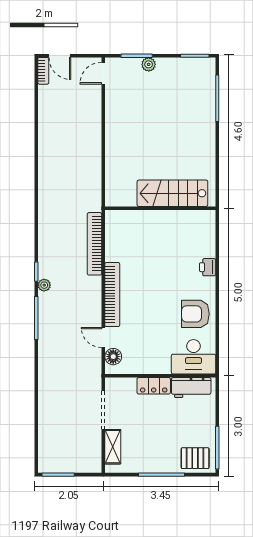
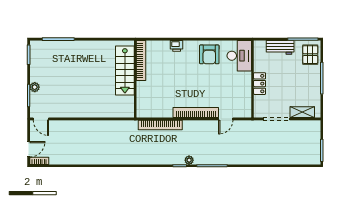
bookcase: (187, 216) -> (141, 60), added
floor lamp: (113, 357) -> (239, 112), removed
workbench: (191, 388) -> (280, 47), moved, turned 90

